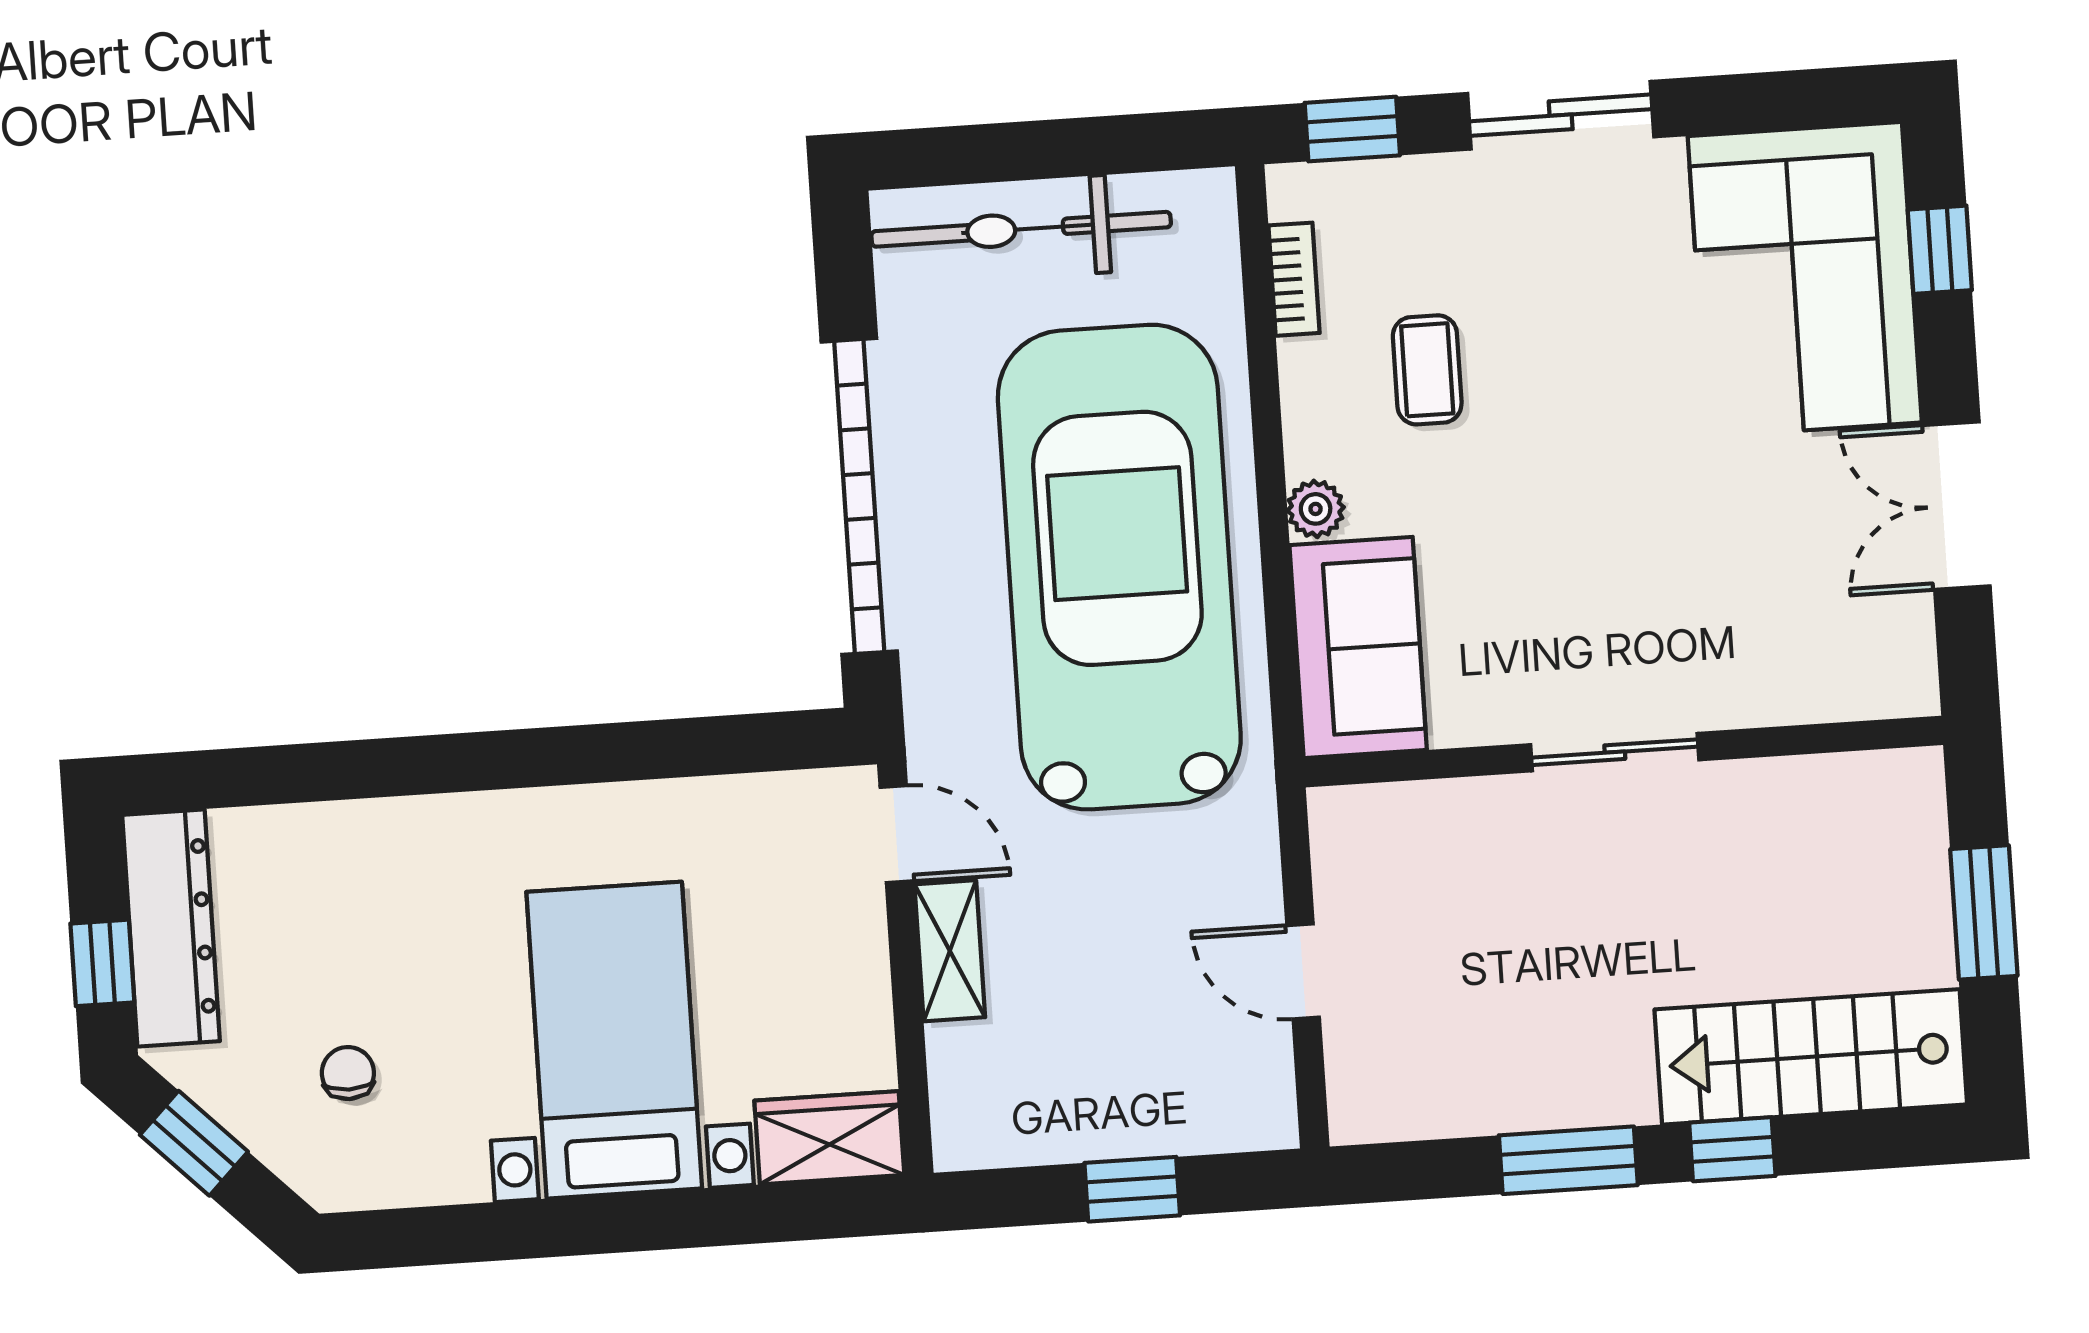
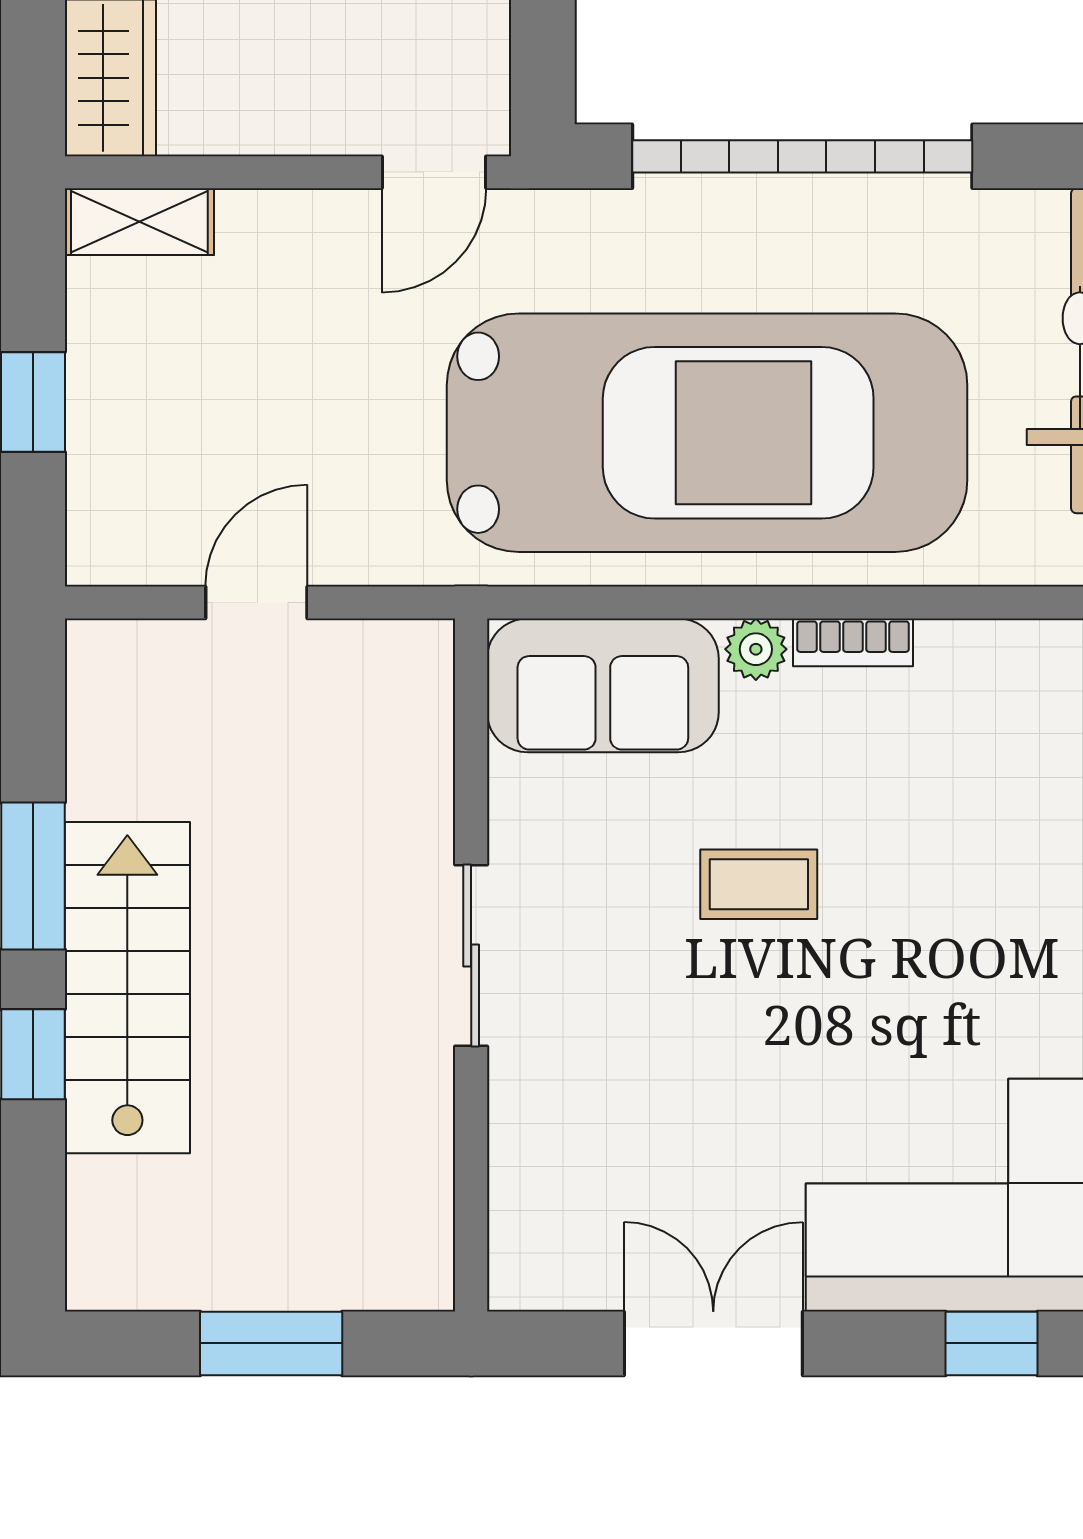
bookcase: (1294, 279) -> (853, 642), moved
coffee table: (1427, 370) -> (759, 884), moved
shelving: (950, 951) -> (139, 222), moved
stairs: (1811, 1057) -> (127, 988), moved

